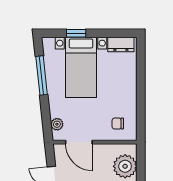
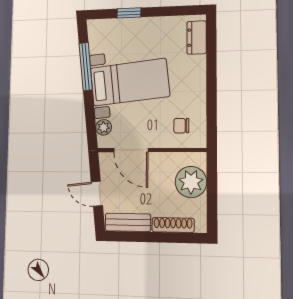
dresser: (121, 44) -> (197, 37), moved, turned 90
bed with nightstands: (81, 67) -> (130, 82), moved, turned -96

